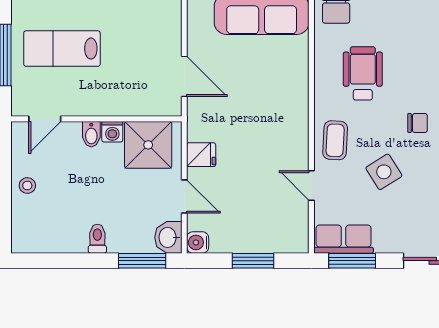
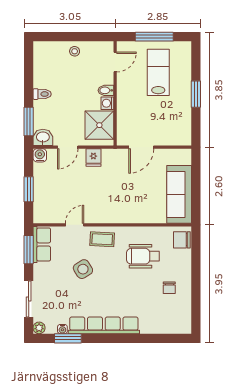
wheelchair: (363, 73) -> (143, 256), turned 180
door: (45, 119) -> (115, 62), swing flipped
chair: (418, 123) -> (169, 288), moved

